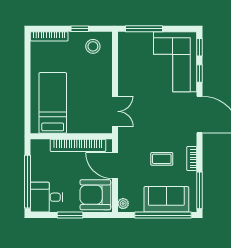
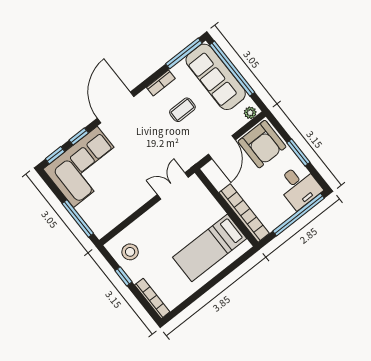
bookcase: (78, 145) -> (244, 213), moved
coffee table: (162, 159) -> (182, 110), turned 90
sofa: (166, 199) -> (216, 77), width x1.36

